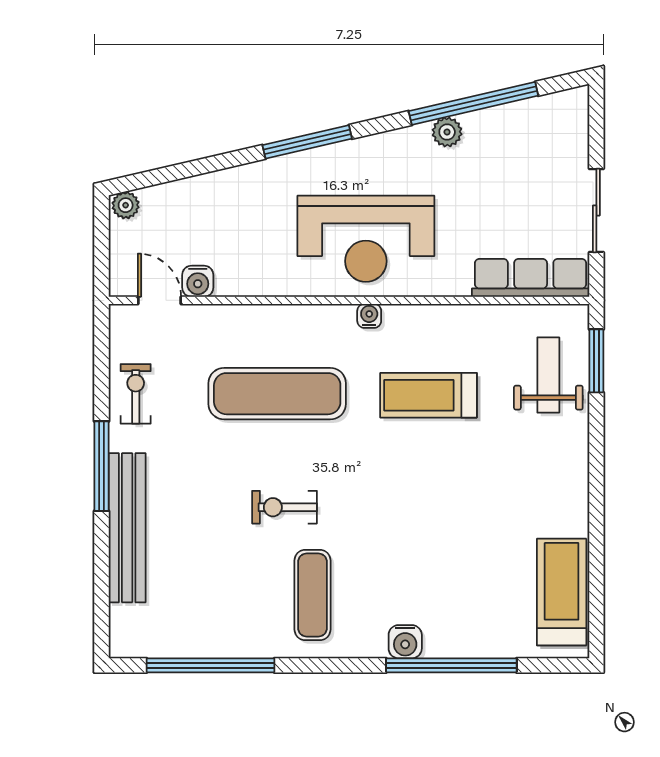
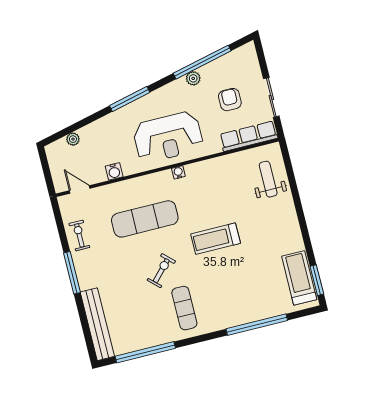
armchair: (511, 194) -> (230, 100), added
plant: (126, 205) -> (73, 139), moved
water cooler: (198, 281) -> (114, 171), moved
window: (596, 361) -> (317, 280), moved
treadmill: (429, 395) -> (216, 239), moved
exercise bike: (285, 507) -> (161, 271), turned 133
bench: (127, 528) -> (97, 324), moved
water cooler: (405, 642) -> (233, 319), removed

